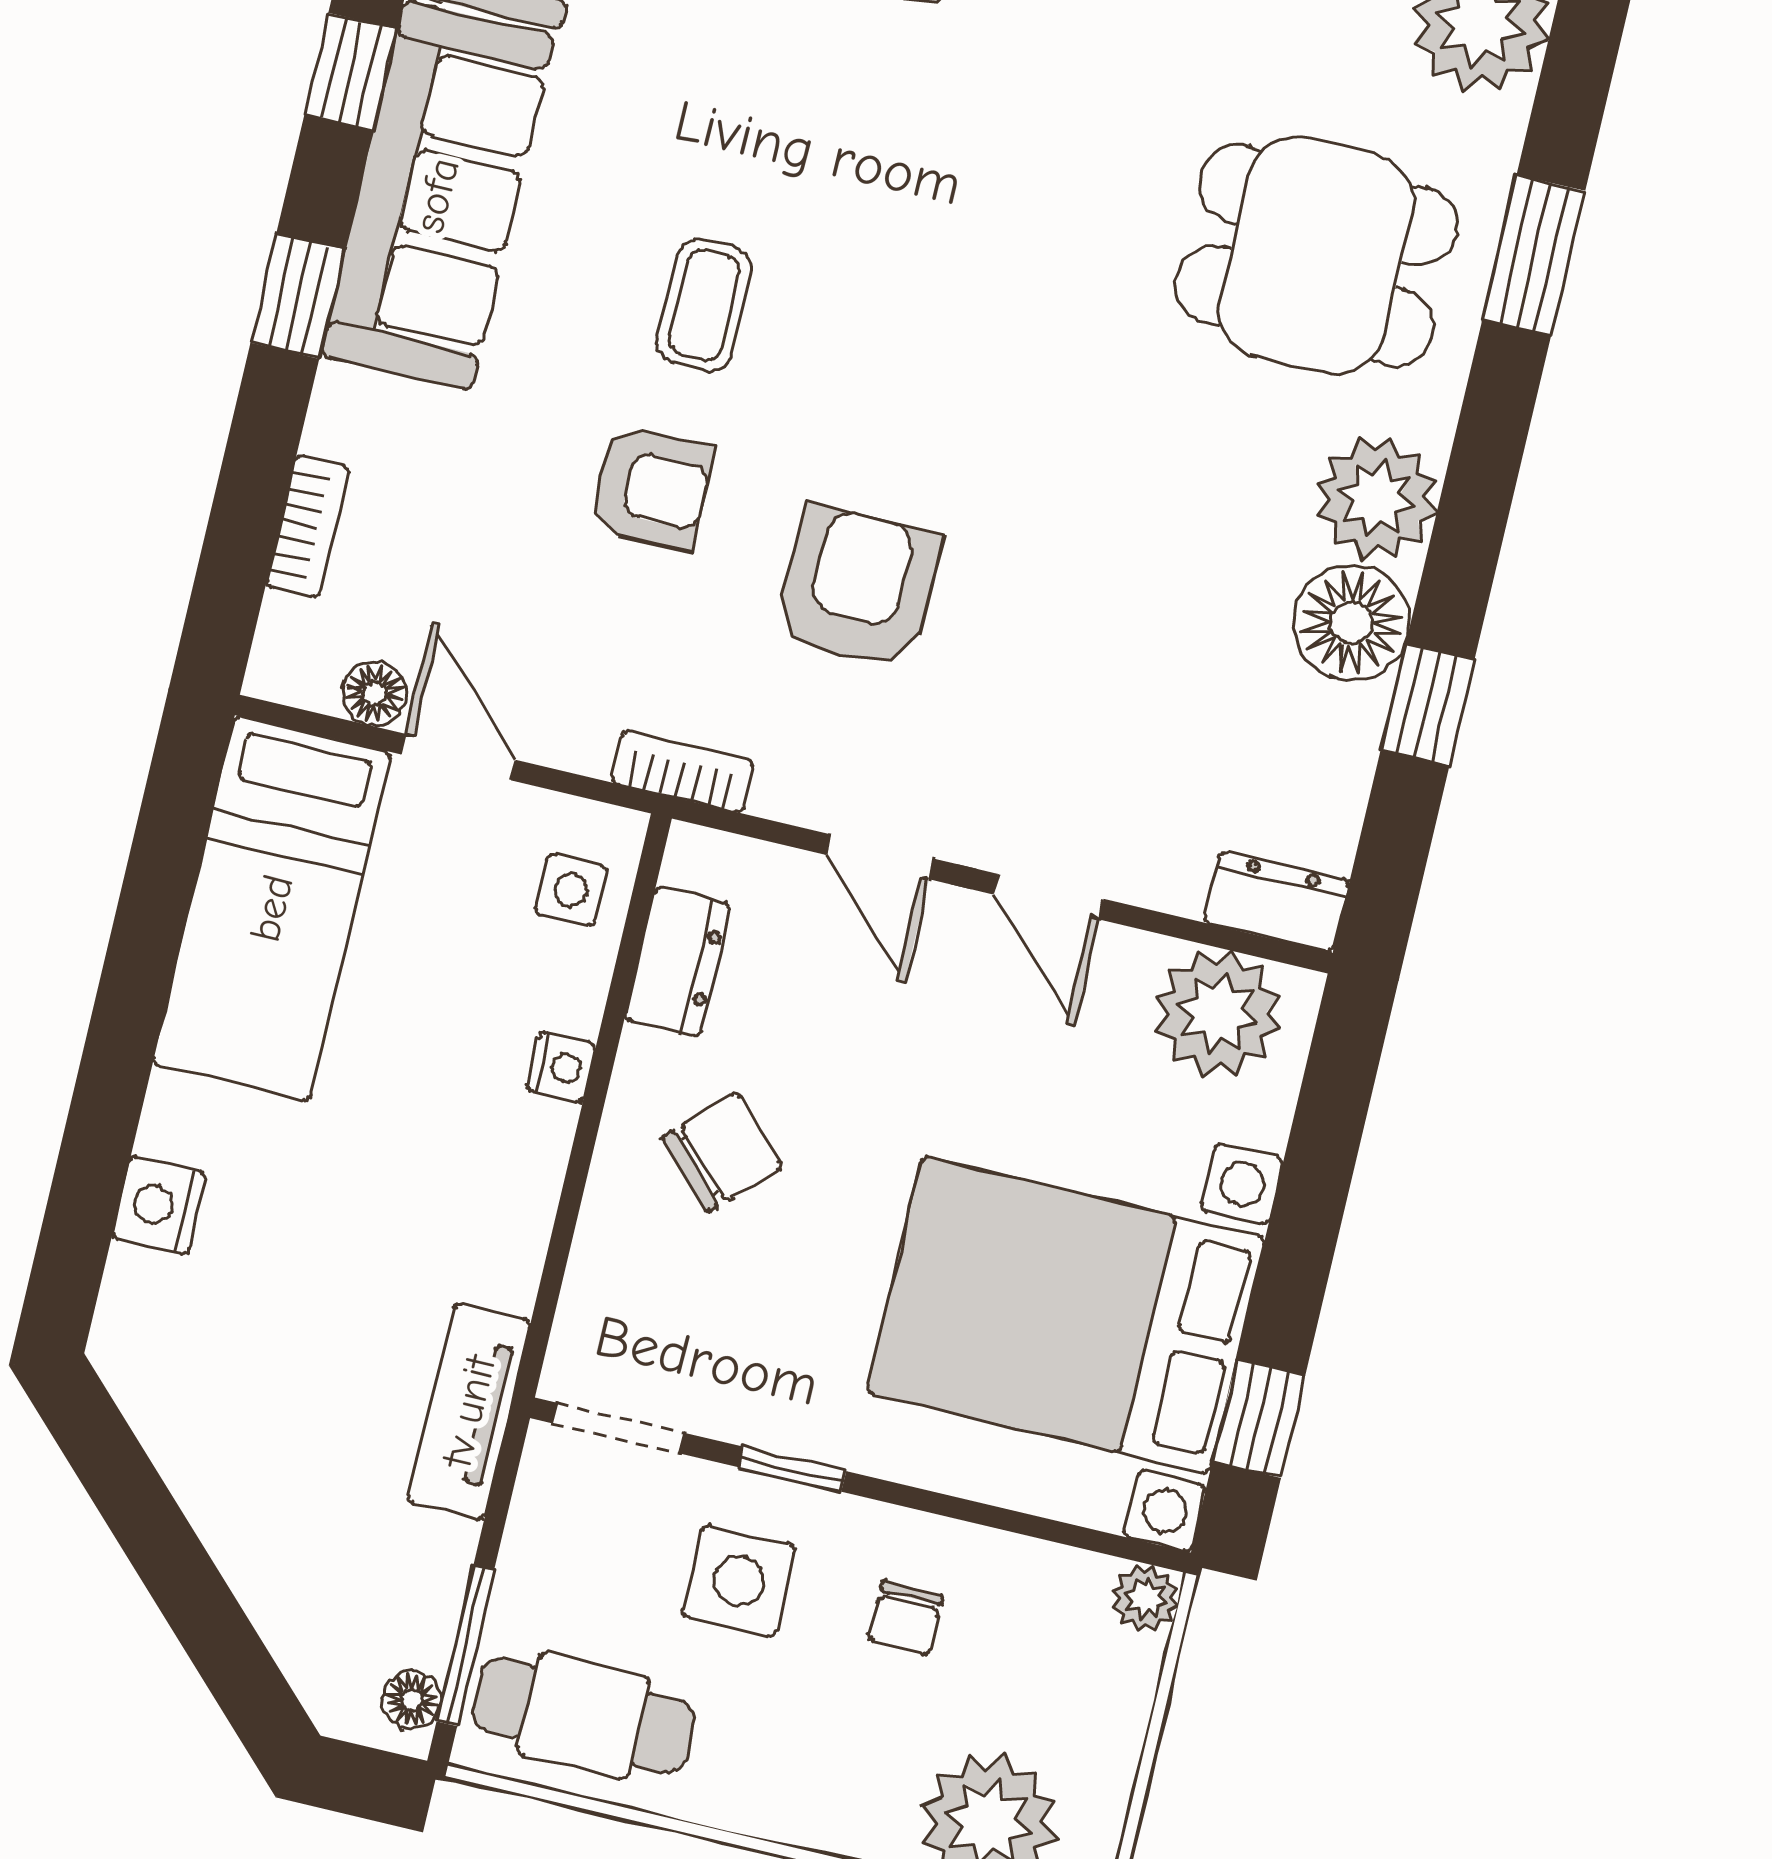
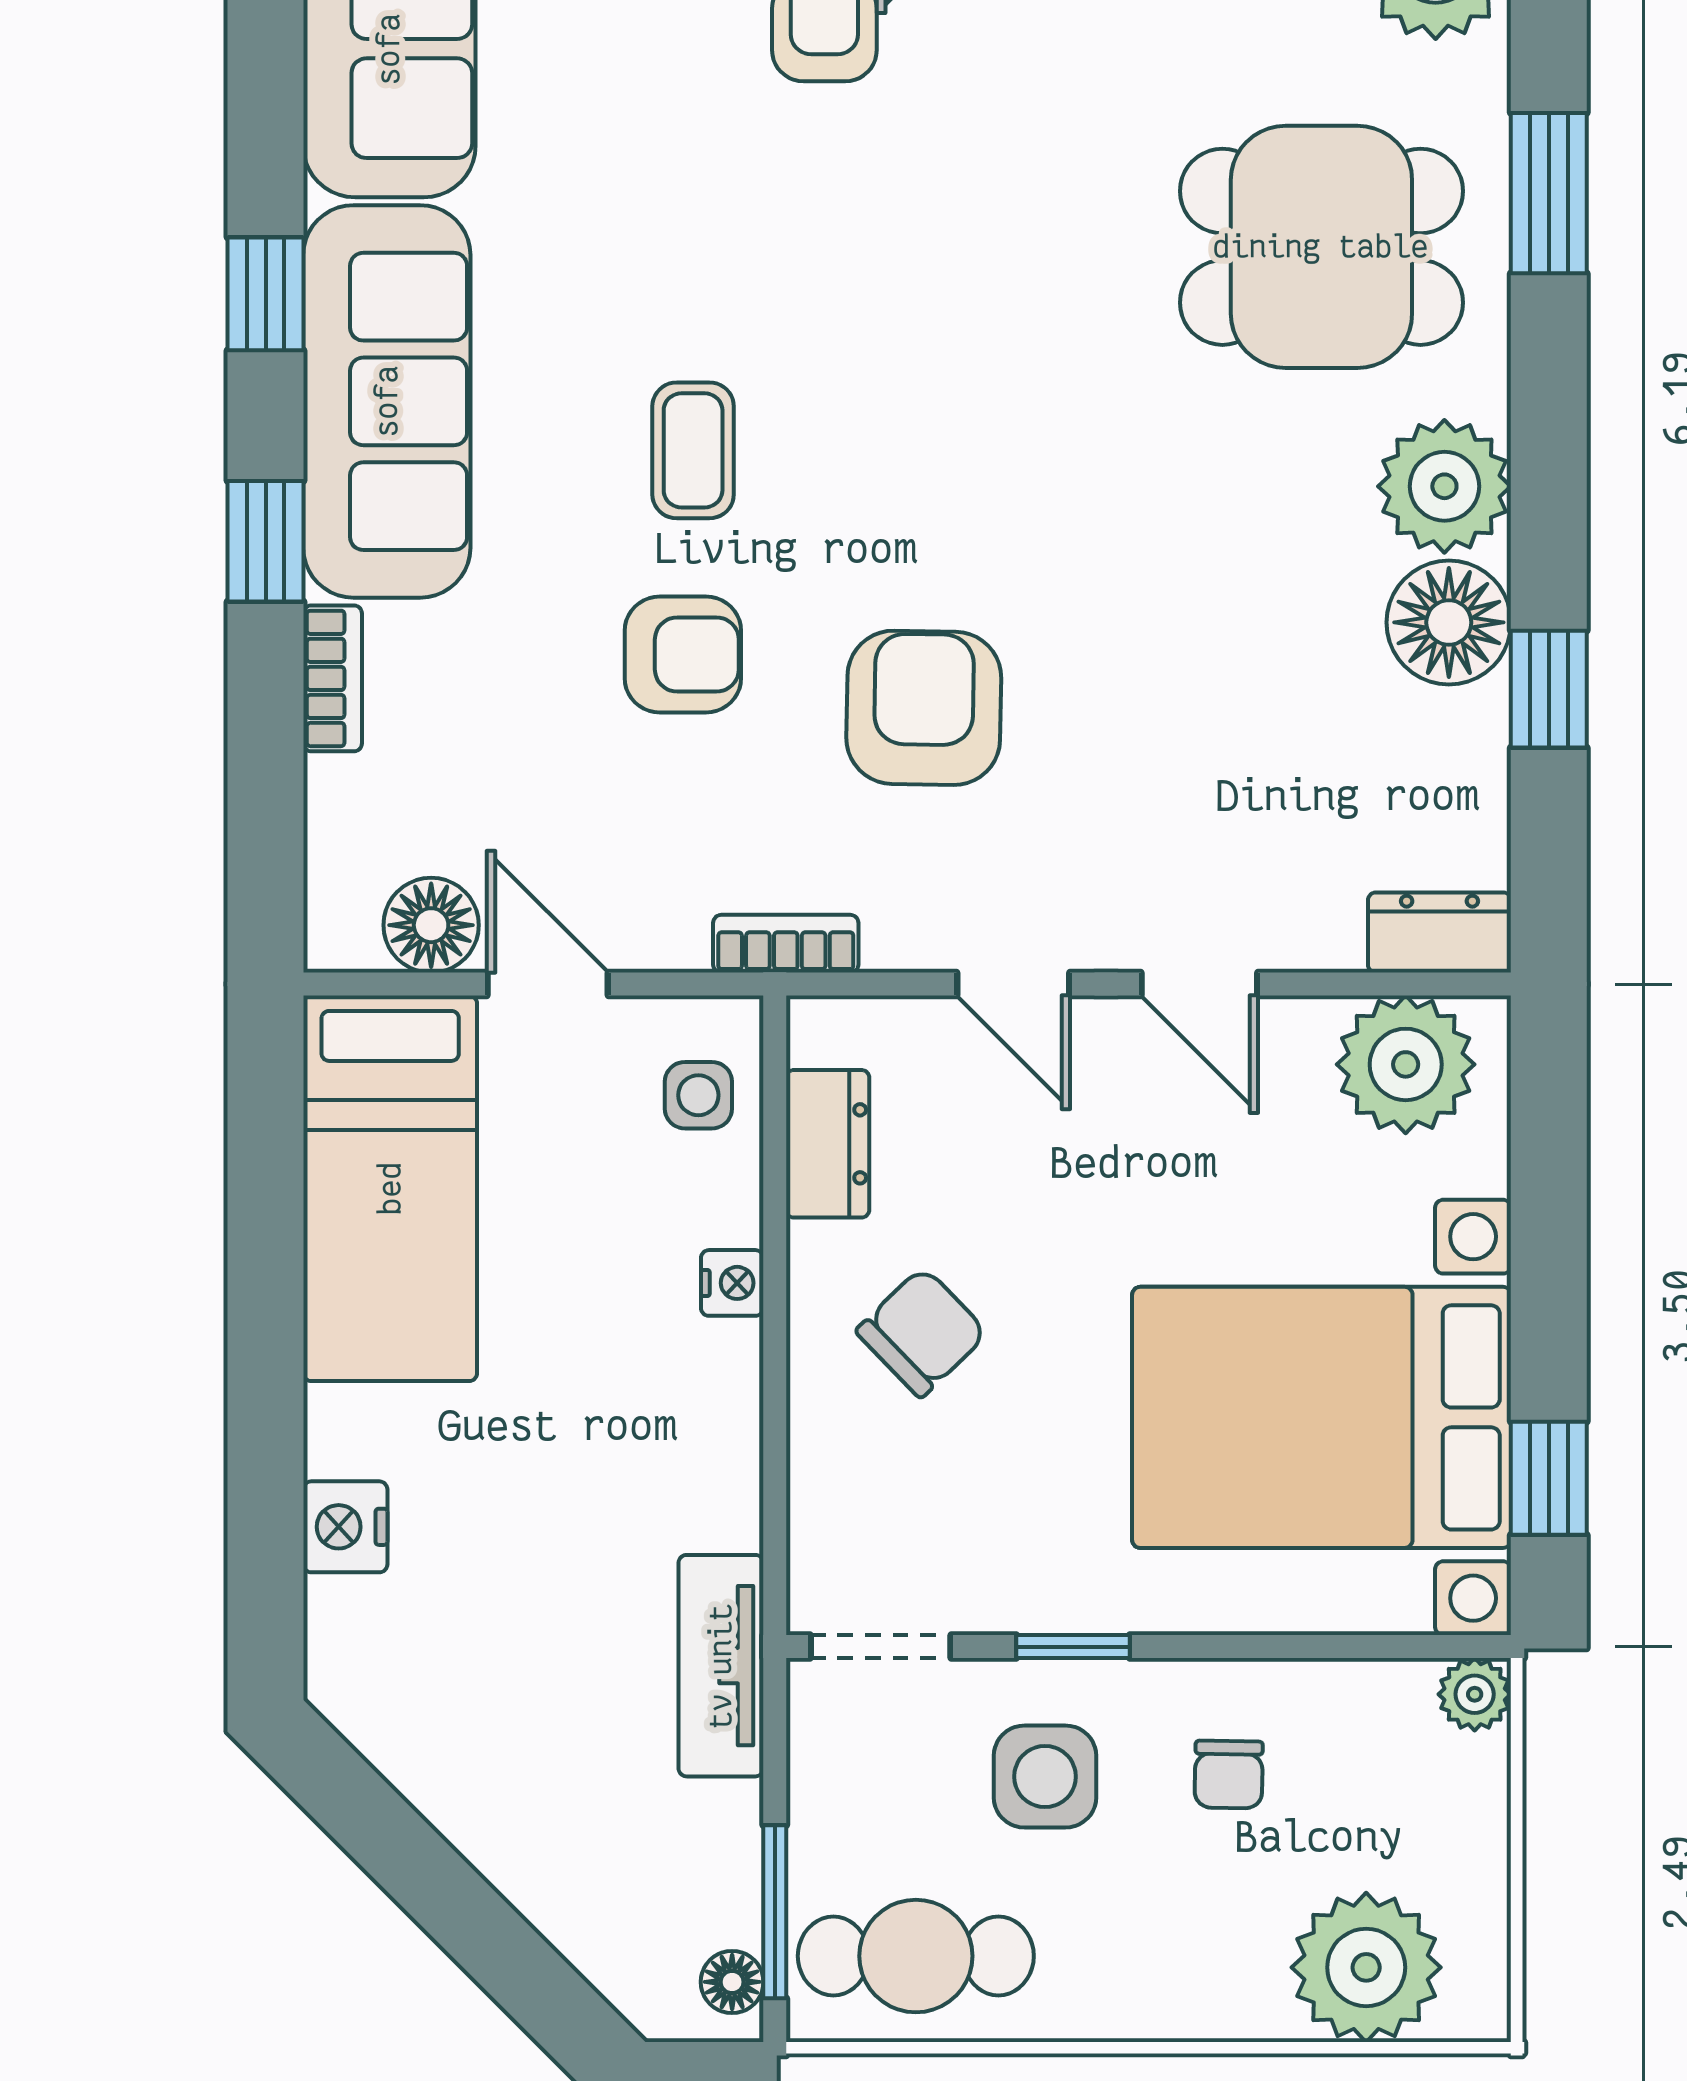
bookcase: (307, 526) -> (333, 678), moved
floor lamp: (374, 693) -> (431, 925), width x1.37, depth x1.37

